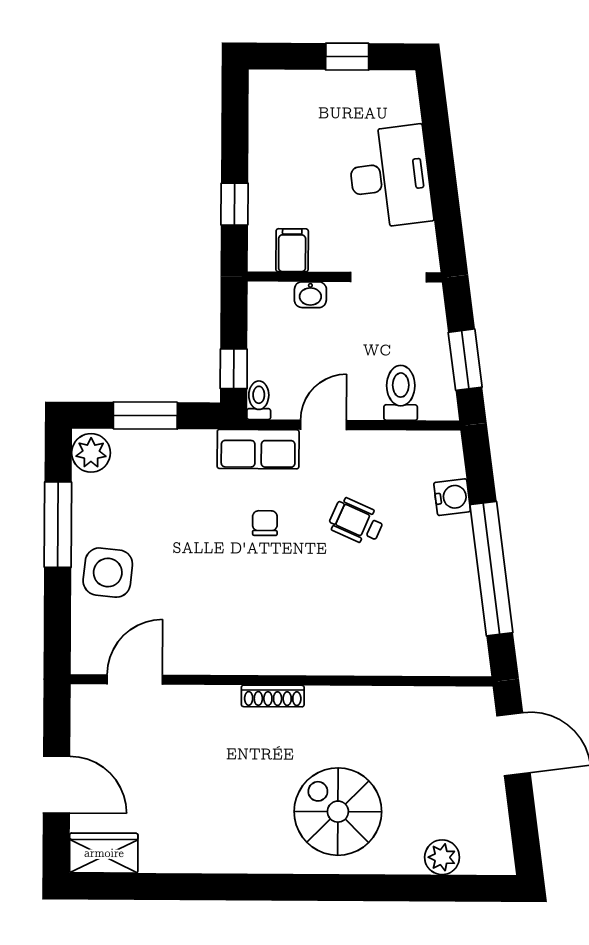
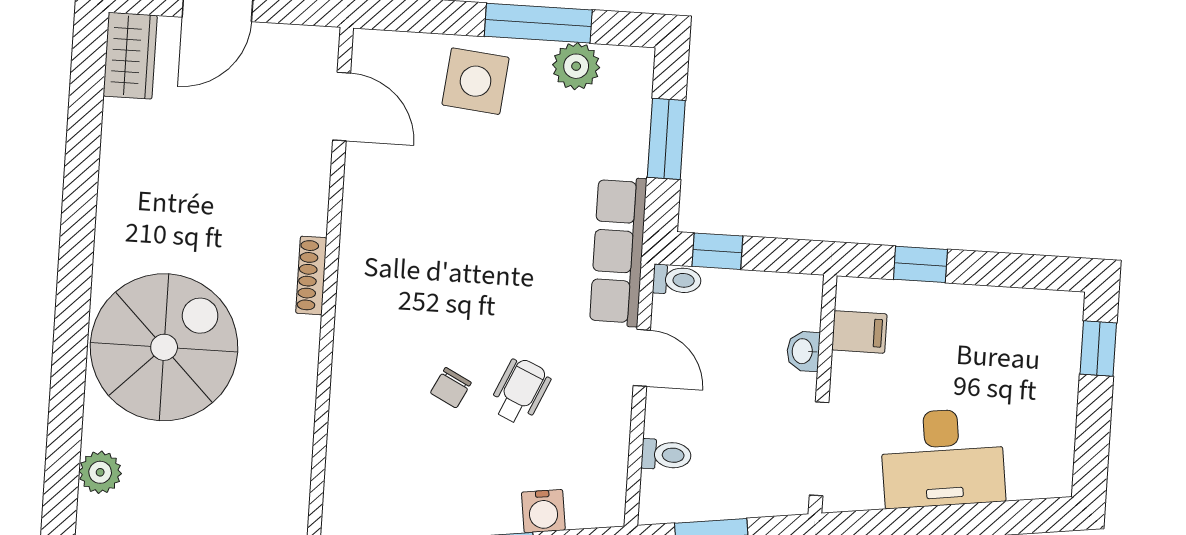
window: (347, 57) -> (1098, 349), moved
toilet: (401, 393) -> (666, 455), width x0.73, depth x0.72
row of seats: (258, 449) -> (618, 251), width x1.48
plant: (91, 453) -> (576, 66), moved
chair: (265, 523) -> (451, 388), moved, turned 117
spiral stairs: (338, 812) -> (164, 347), width x1.37, depth x1.37

